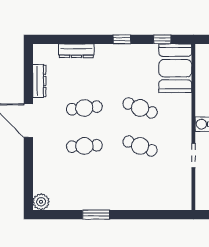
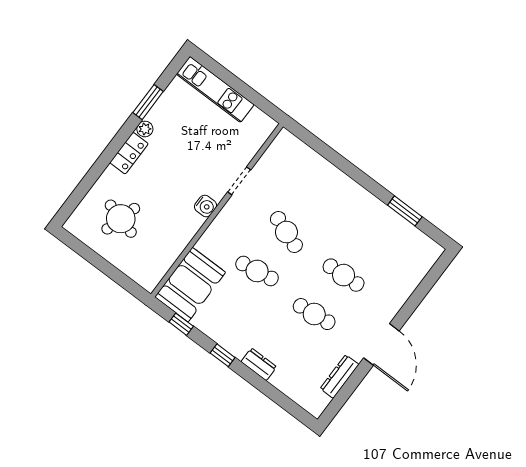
dresser: (76, 51) -> (259, 364), moved, width x0.70
cafe table: (140, 108) -> (257, 271), turned -30
plant: (41, 202) -> (431, 251), removed
window: (96, 215) -> (405, 211), moved

